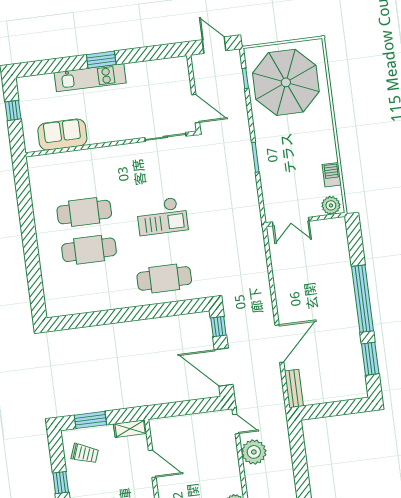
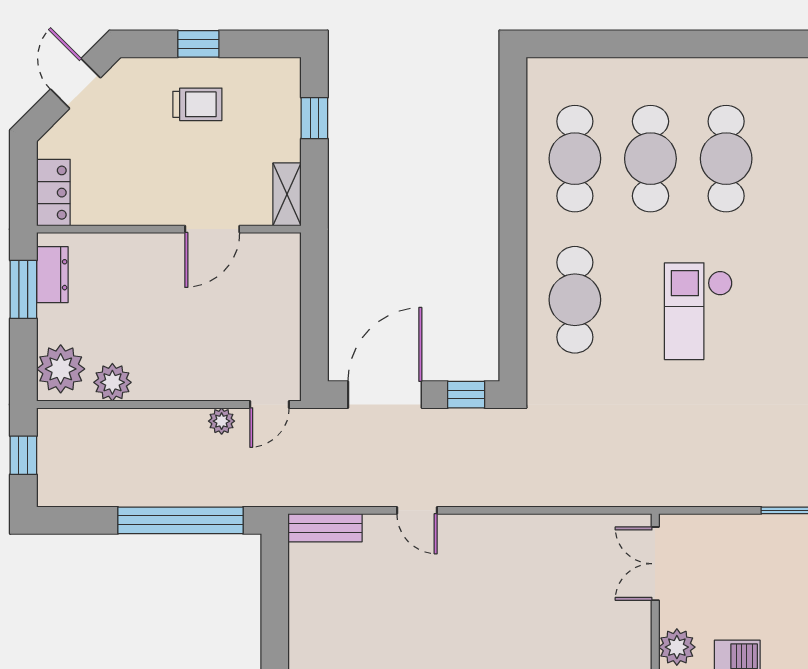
cafe table: (94, 287) -> (575, 159), added
door: (279, 344) -> (417, 510), width x0.53
window: (90, 420) -> (314, 118), width x0.67
plant: (254, 452) -> (222, 421), width x0.53, depth x0.53
trolley: (85, 453) -> (197, 104), moved, turned -110
window: (299, 461) -> (181, 520), added

